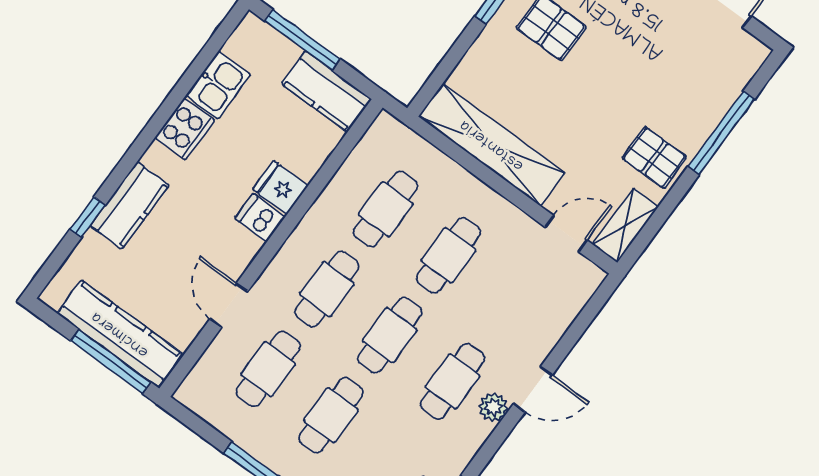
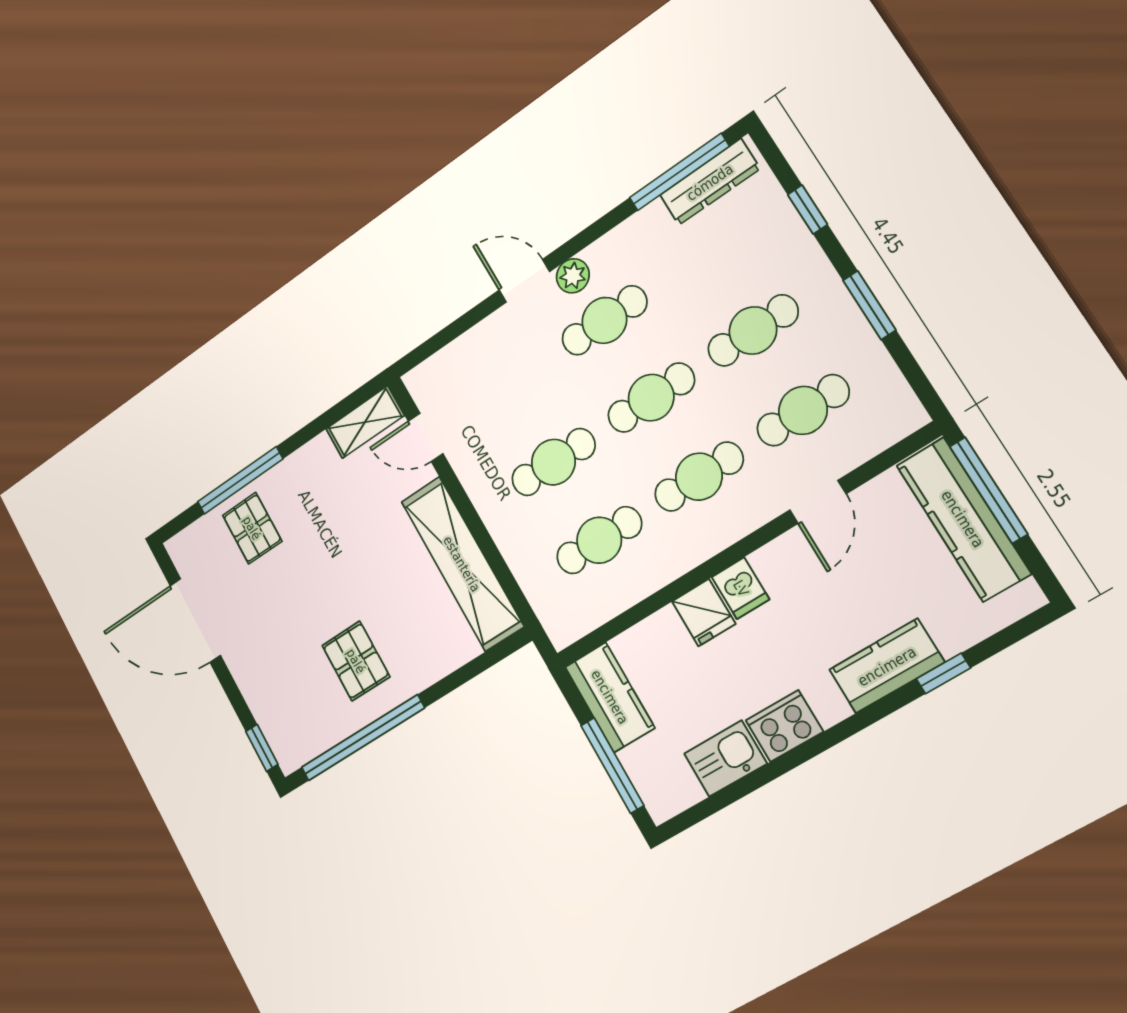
pallet: (654, 158) -> (252, 528), moved

